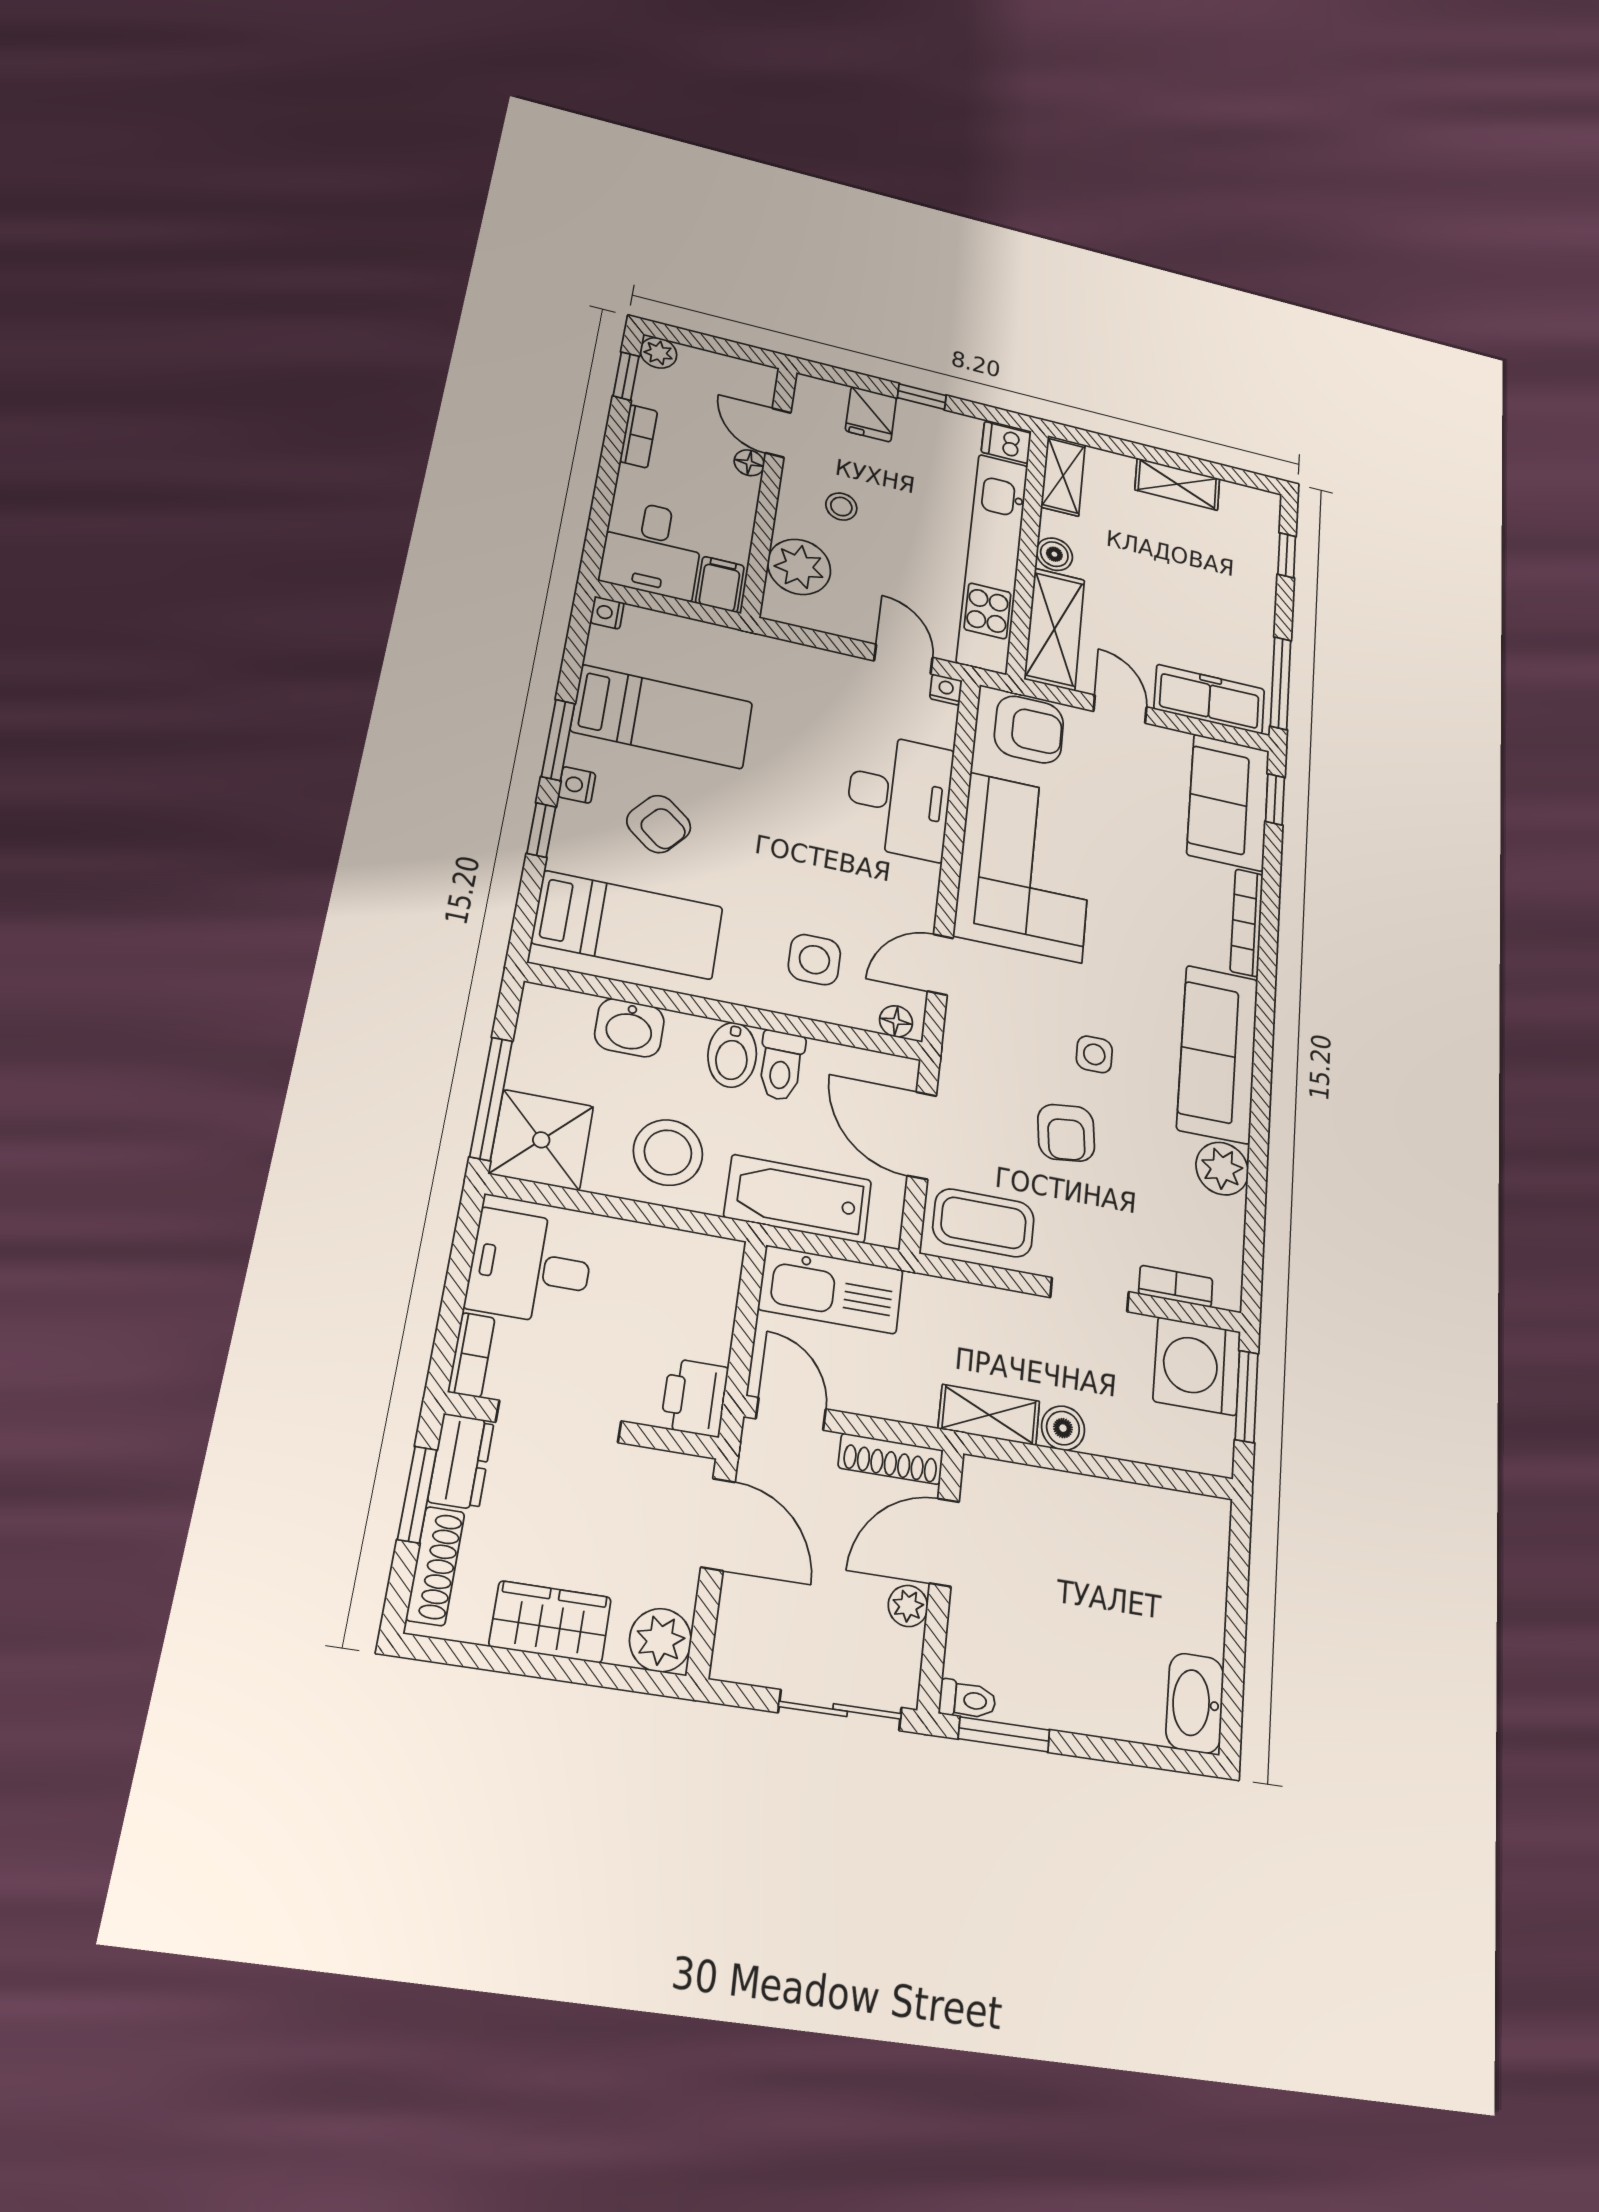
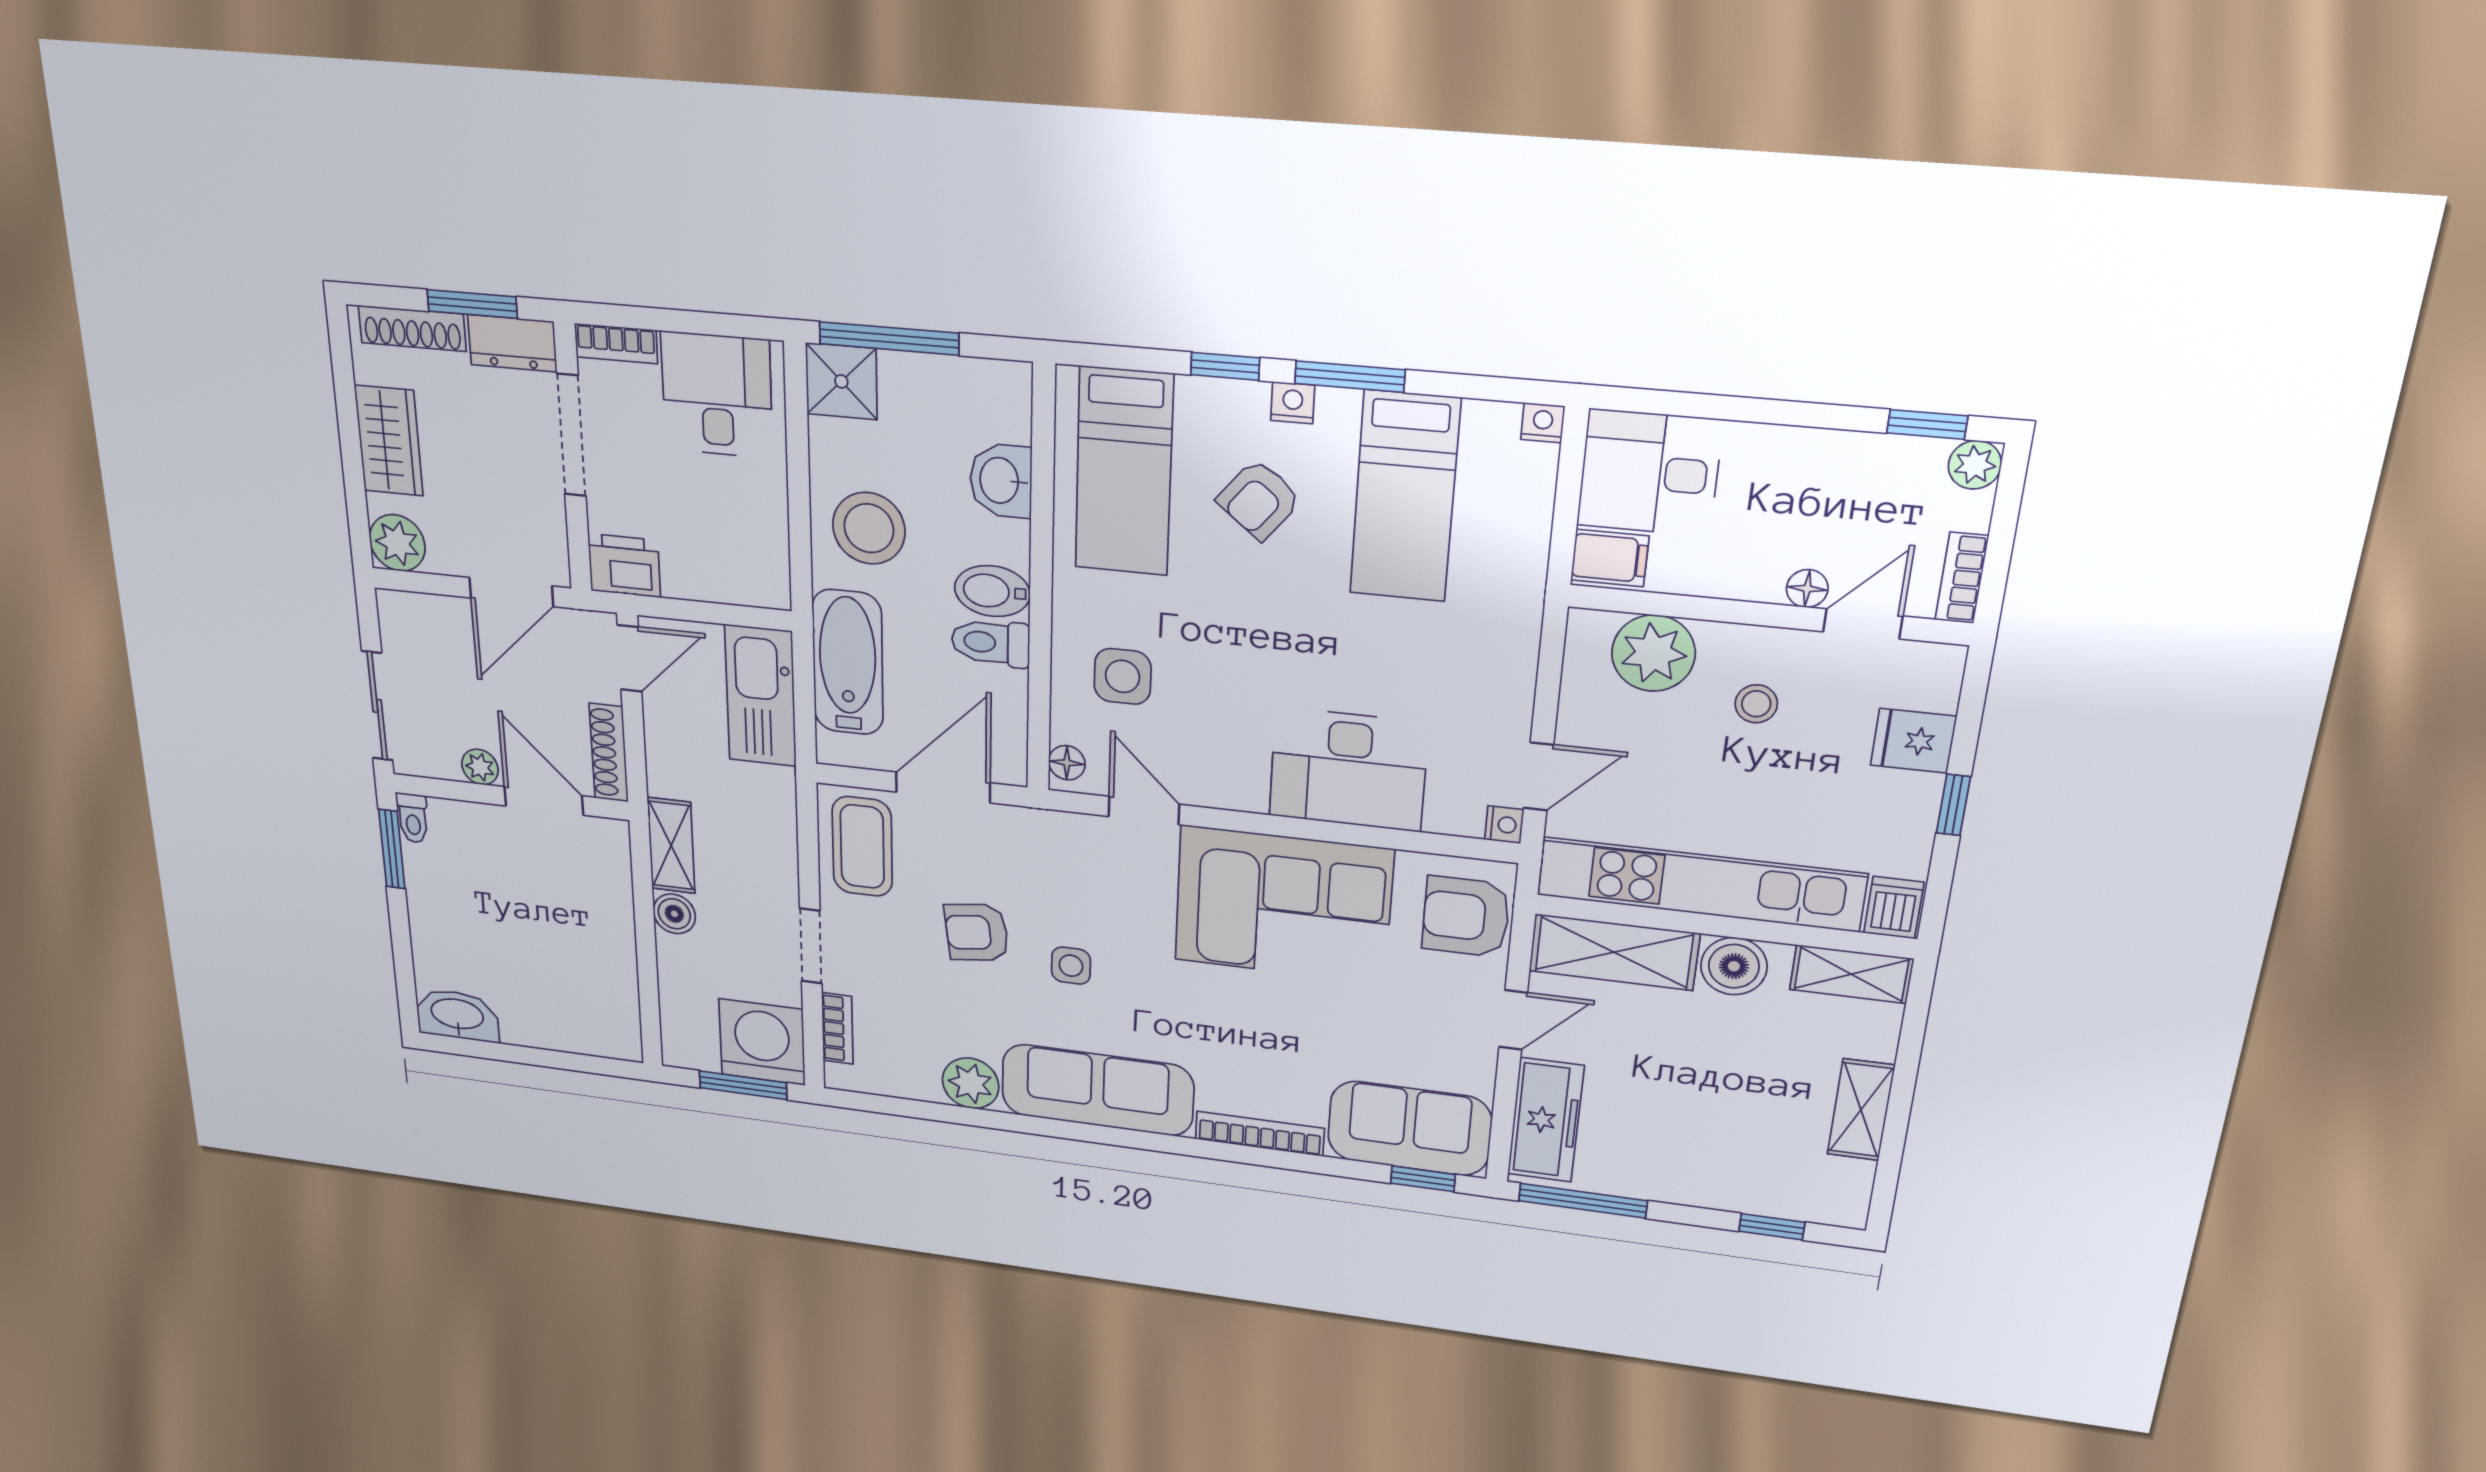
bookcase: (639, 436) -> (1962, 578), moved, turned 90
boiler: (1054, 554) -> (1734, 966), width x1.36, depth x1.36
armchair: (1029, 729) -> (1466, 917), turned 90
shower: (541, 1140) -> (841, 381), width x0.73, depth x0.73

